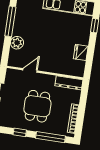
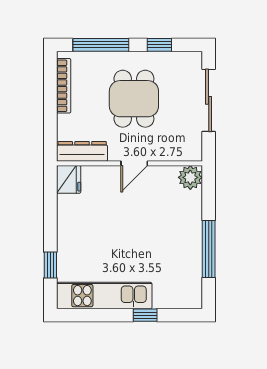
plant: (17, 43) -> (190, 177), moved
fridge: (81, 52) -> (69, 179), moved
door: (30, 70) -> (134, 163), moved

